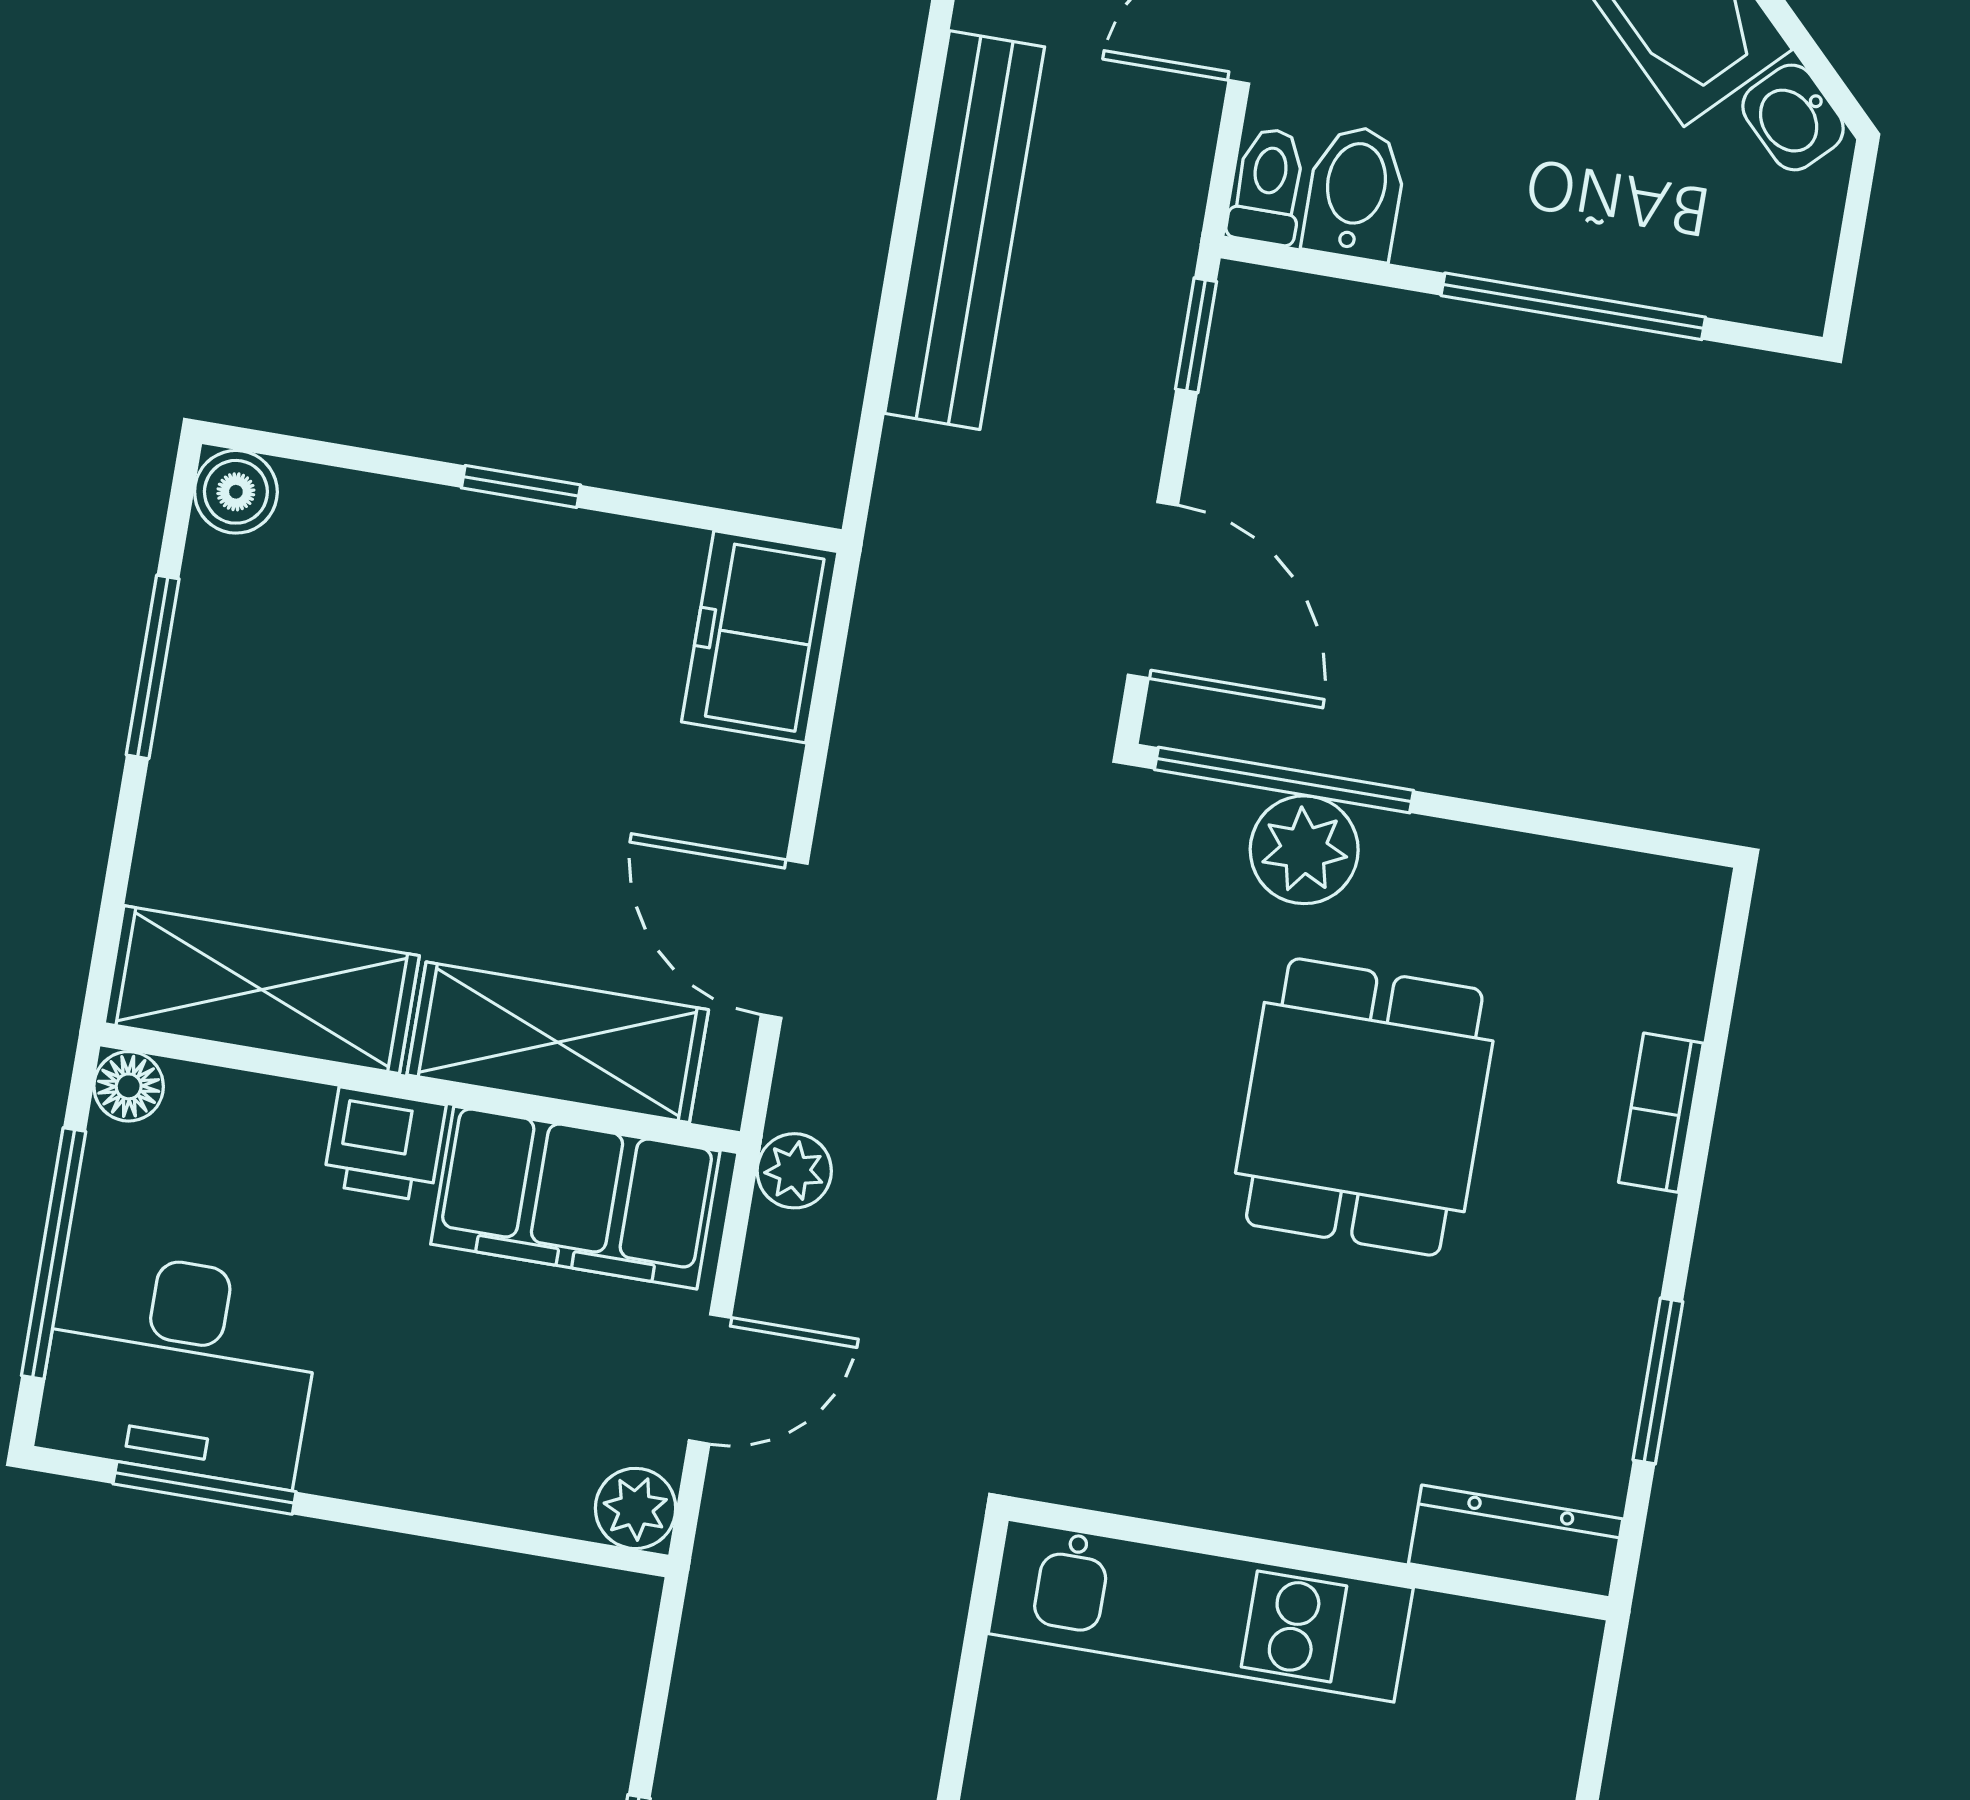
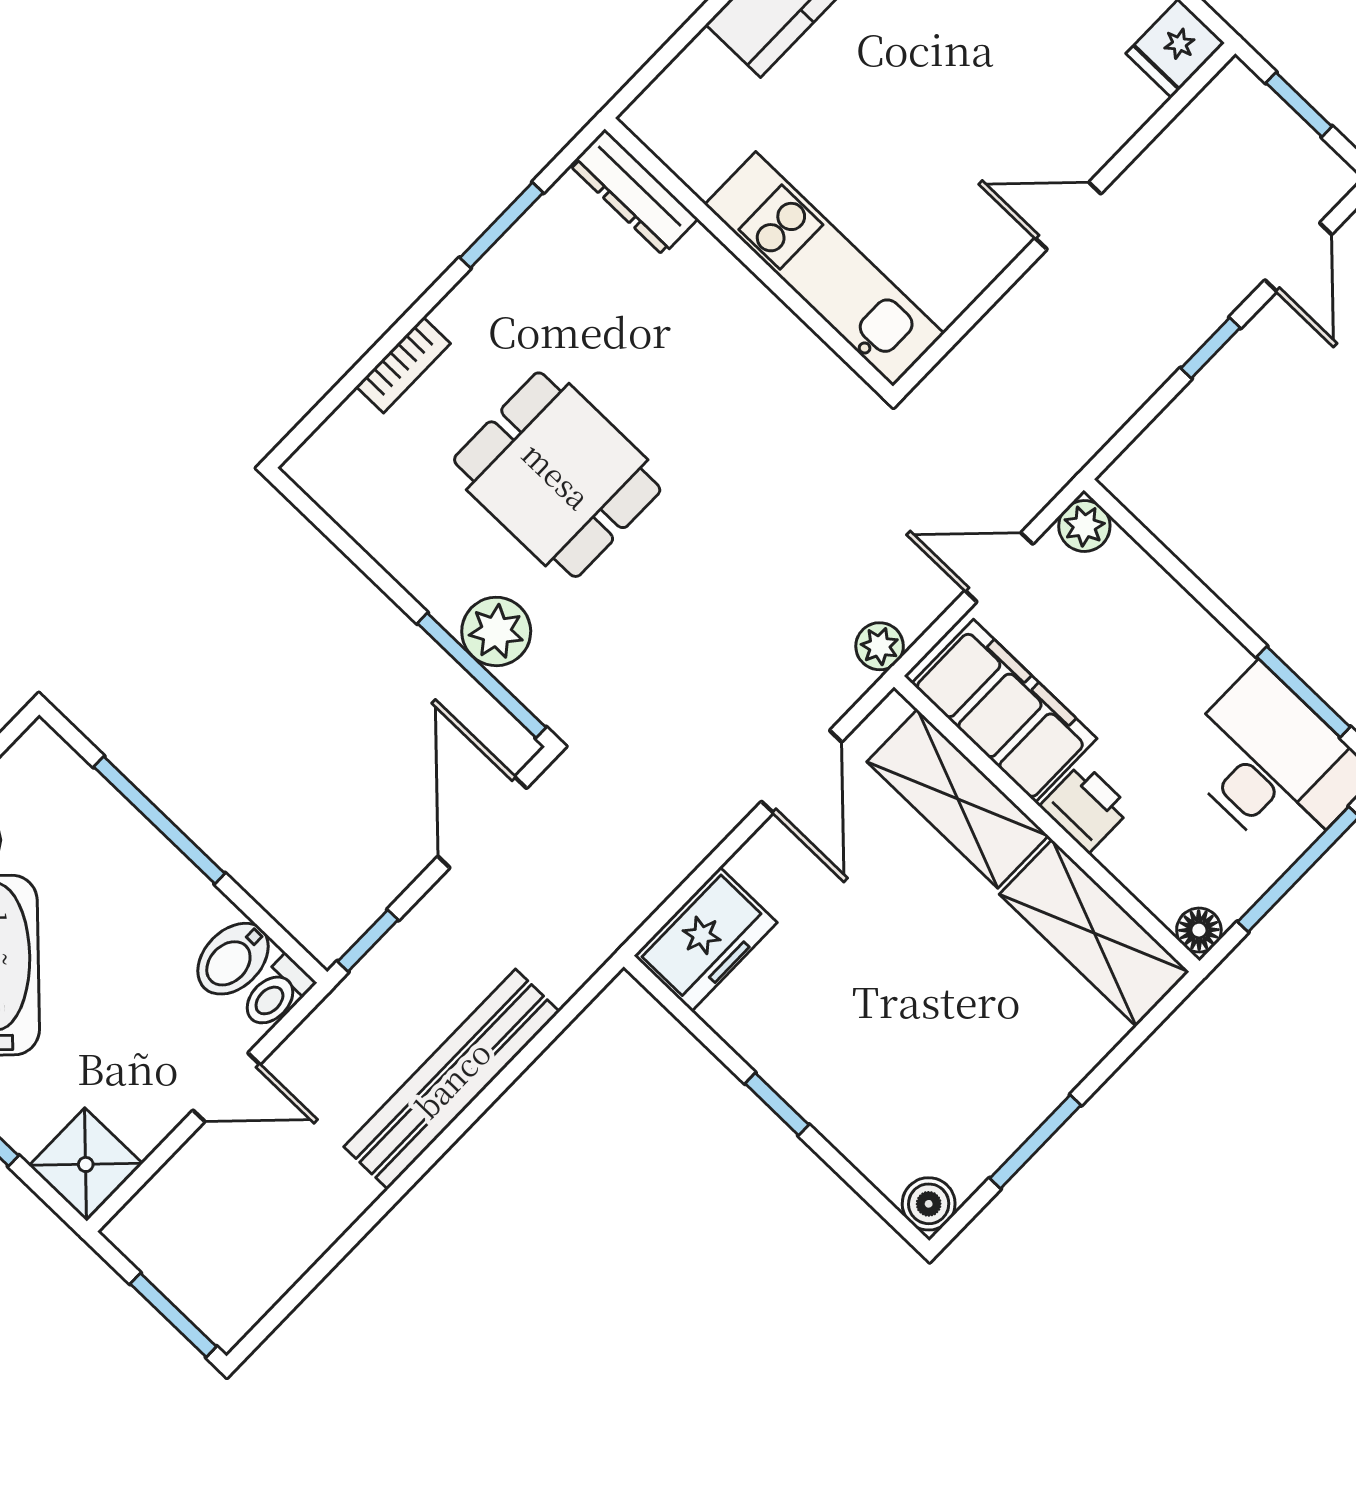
dining table: (1364, 1107) -> (557, 475), turned 90

